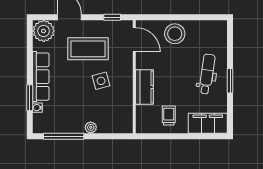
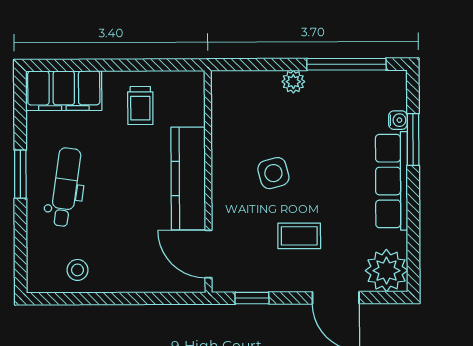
stool: (175, 34) -> (78, 270), moved, width x0.53, depth x0.53
coffee table: (88, 49) -> (299, 236), width x0.54, depth x0.58
dental chair: (207, 74) -> (66, 187), turned 180
kitchen counter: (144, 87) -> (188, 178), width x1.50

